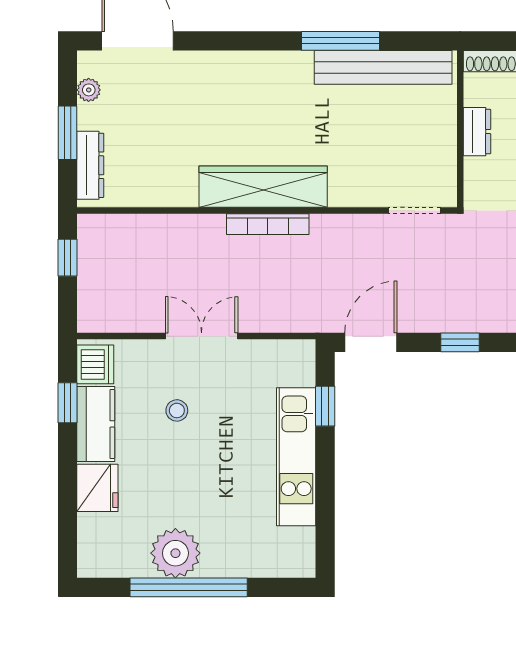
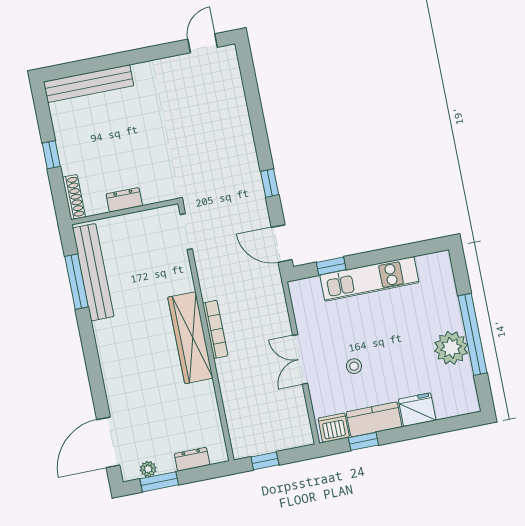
window: (341, 41) -> (76, 282), moved
window: (68, 133) -> (159, 482), moved
dresser: (90, 165) -> (192, 459), width x0.70

